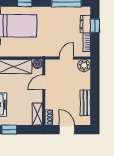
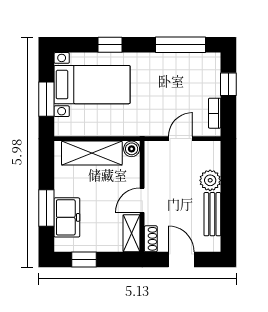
dresser: (85, 24) -> (212, 82), removed
plant: (84, 66) -> (210, 180), moved
door: (44, 82) -> (142, 200), moved

